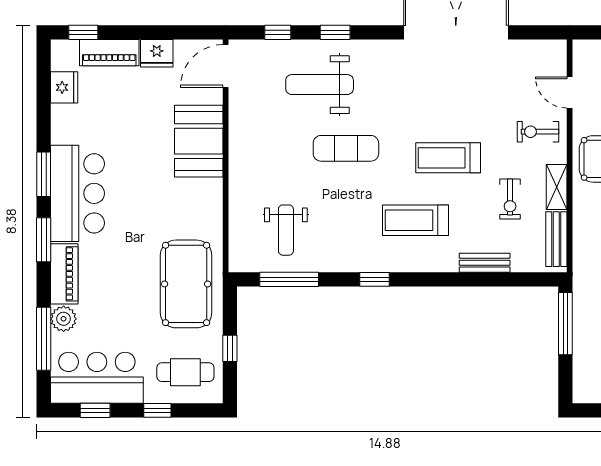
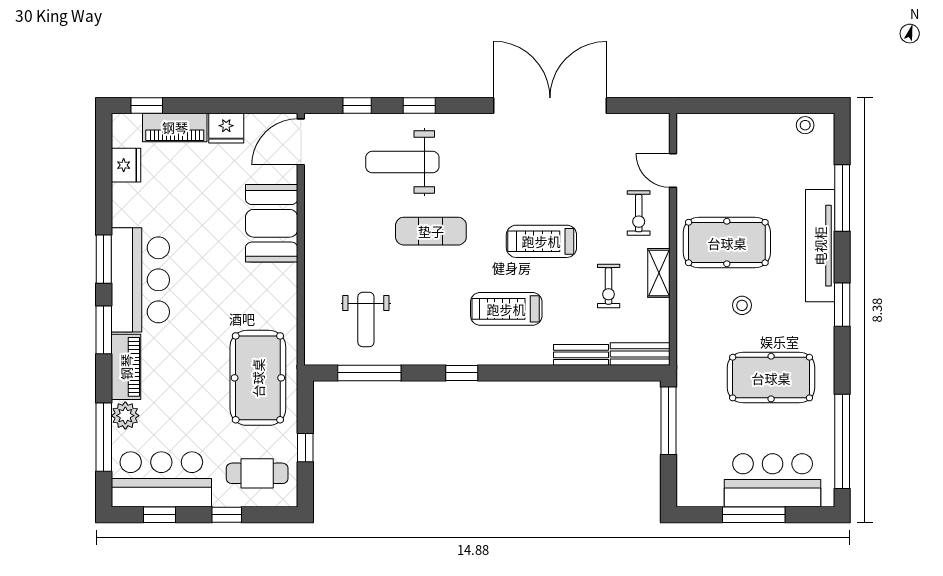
exercise bike: (538, 132) -> (639, 213), turned -90
bench: (556, 239) -> (640, 354), moved, turned 90

